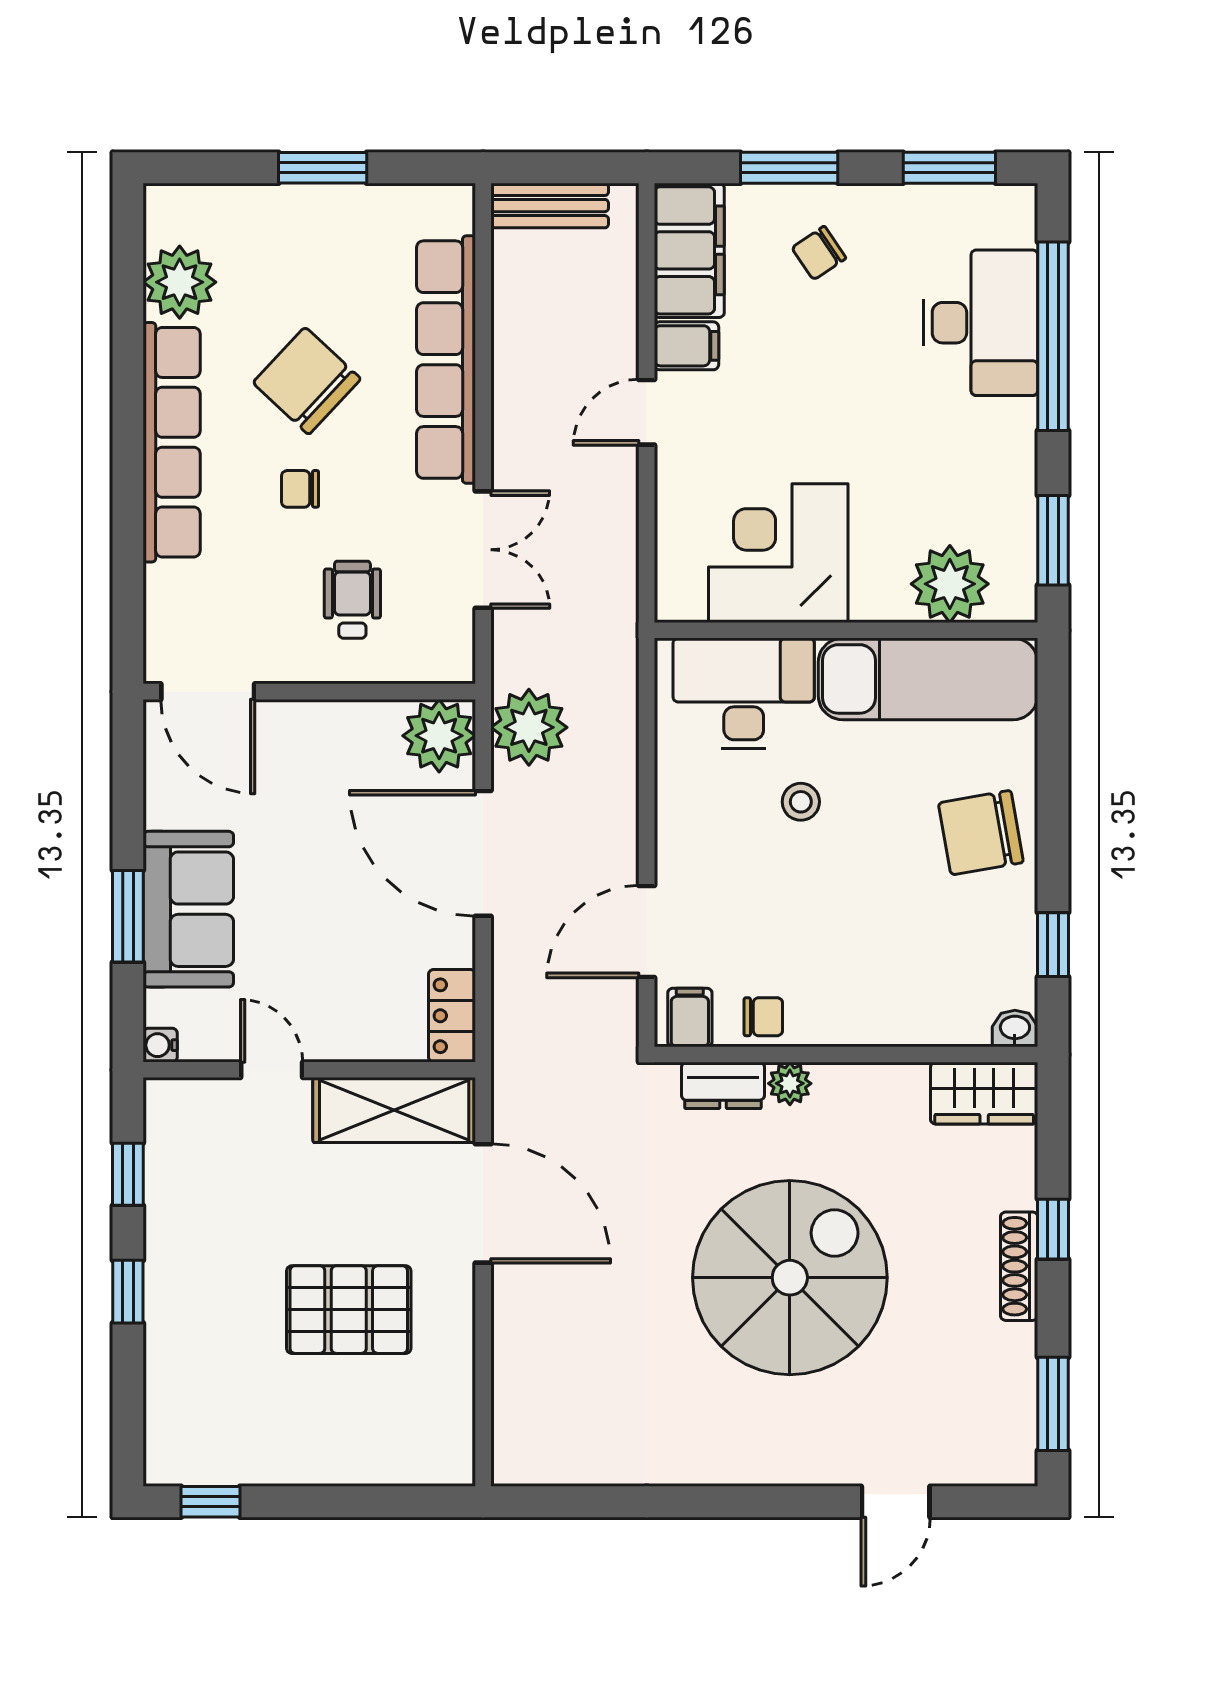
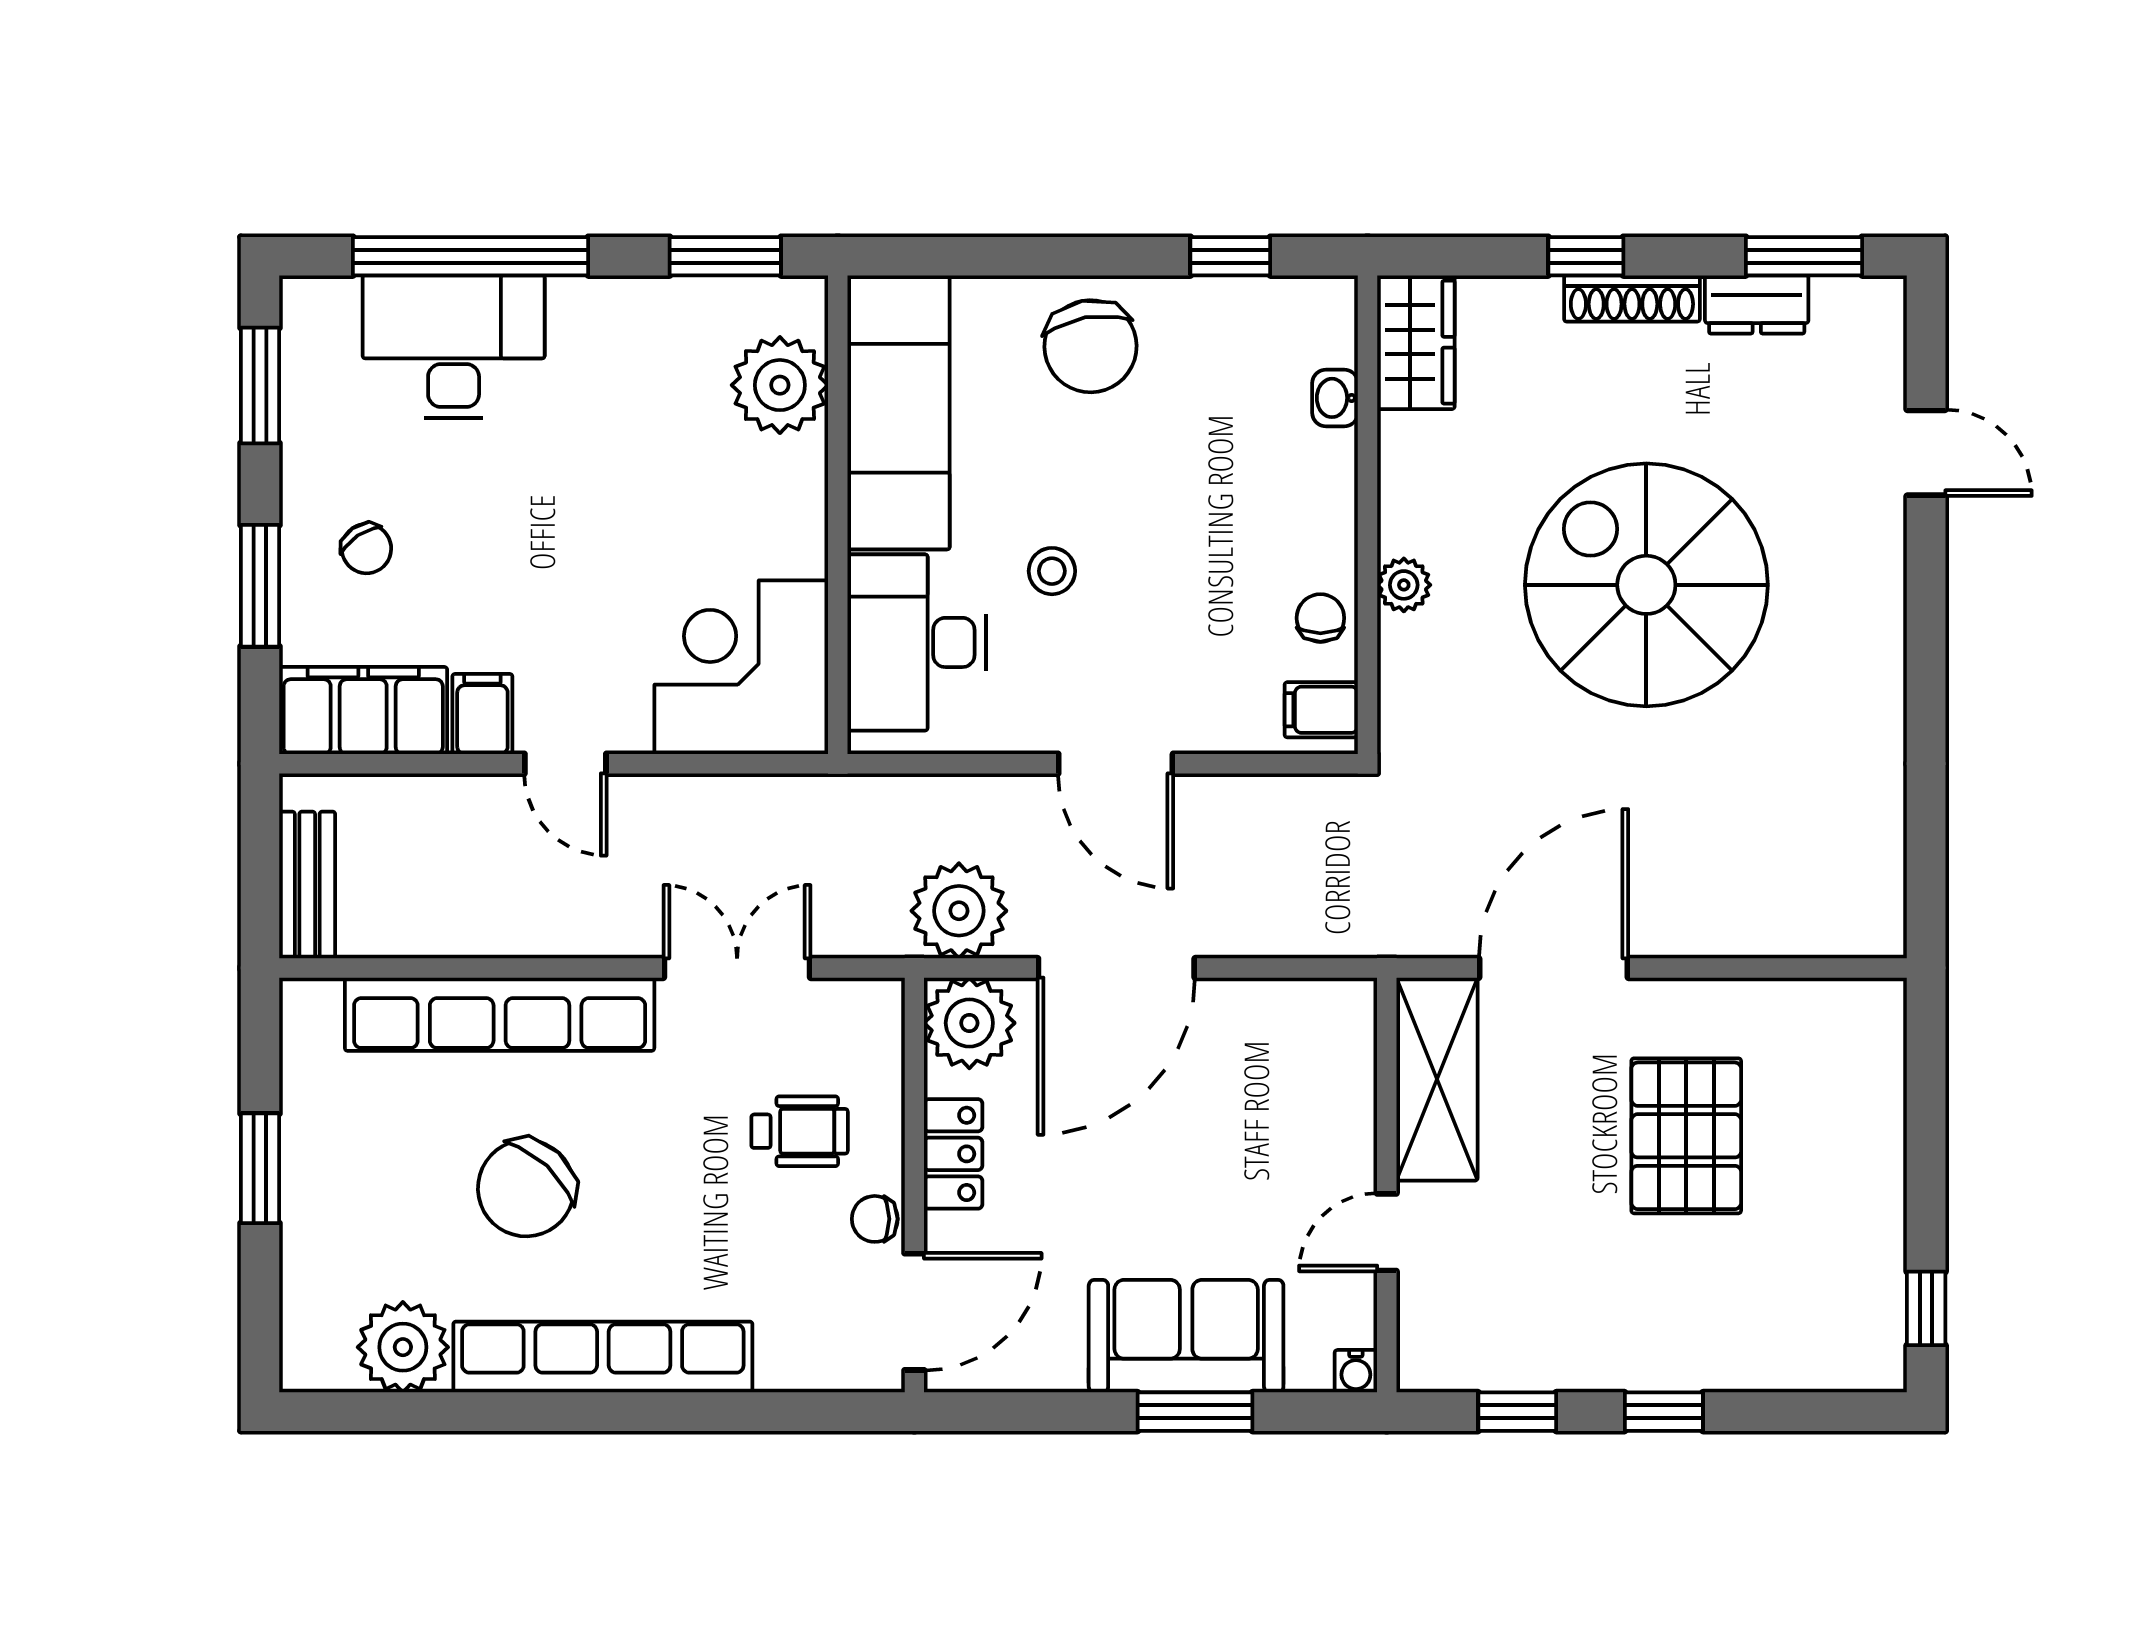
chair: (300, 489) -> (875, 1219), moved, turned 90
corner desk: (778, 553) -> (741, 667), moved, turned 90
wheelchair: (352, 600) -> (800, 1131), turned 180
door: (647, 932) -> (1116, 764), moved
locker: (452, 1016) -> (953, 1154), moved, turned -90
washbasin: (1015, 1028) -> (1335, 398), moved
dresser: (723, 1085) -> (1757, 304), moved, turned 90

